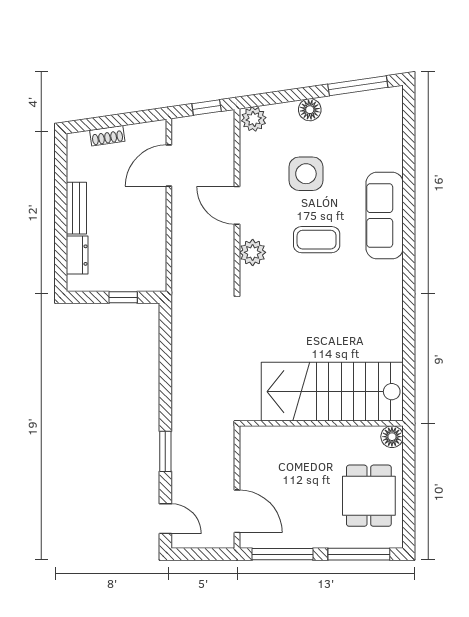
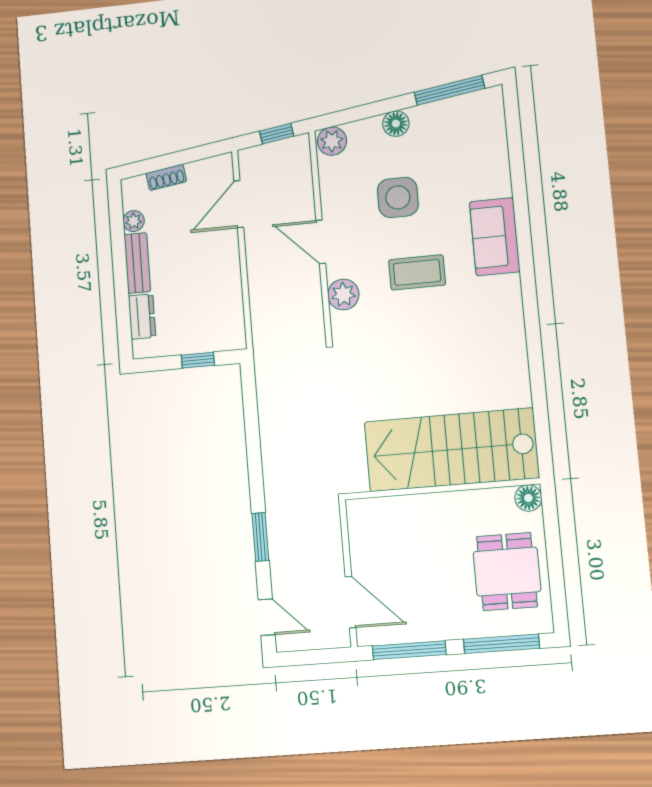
plant: (76, 171) -> (134, 221), added
sofa: (385, 216) -> (495, 237), width x0.73

